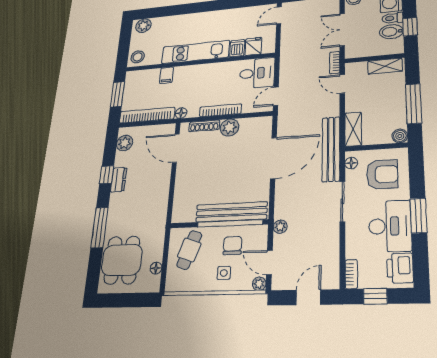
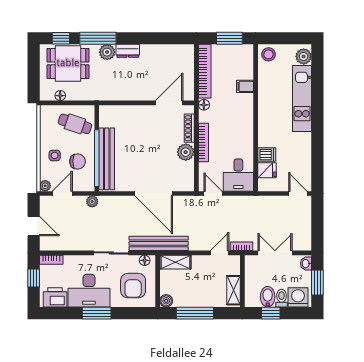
kitchen unit: (195, 52) -> (302, 99), moved, turned 180
plant: (125, 143) -> (107, 52), moved
window: (107, 175) -> (61, 38), moved
dresser: (119, 180) -> (128, 51), moved

